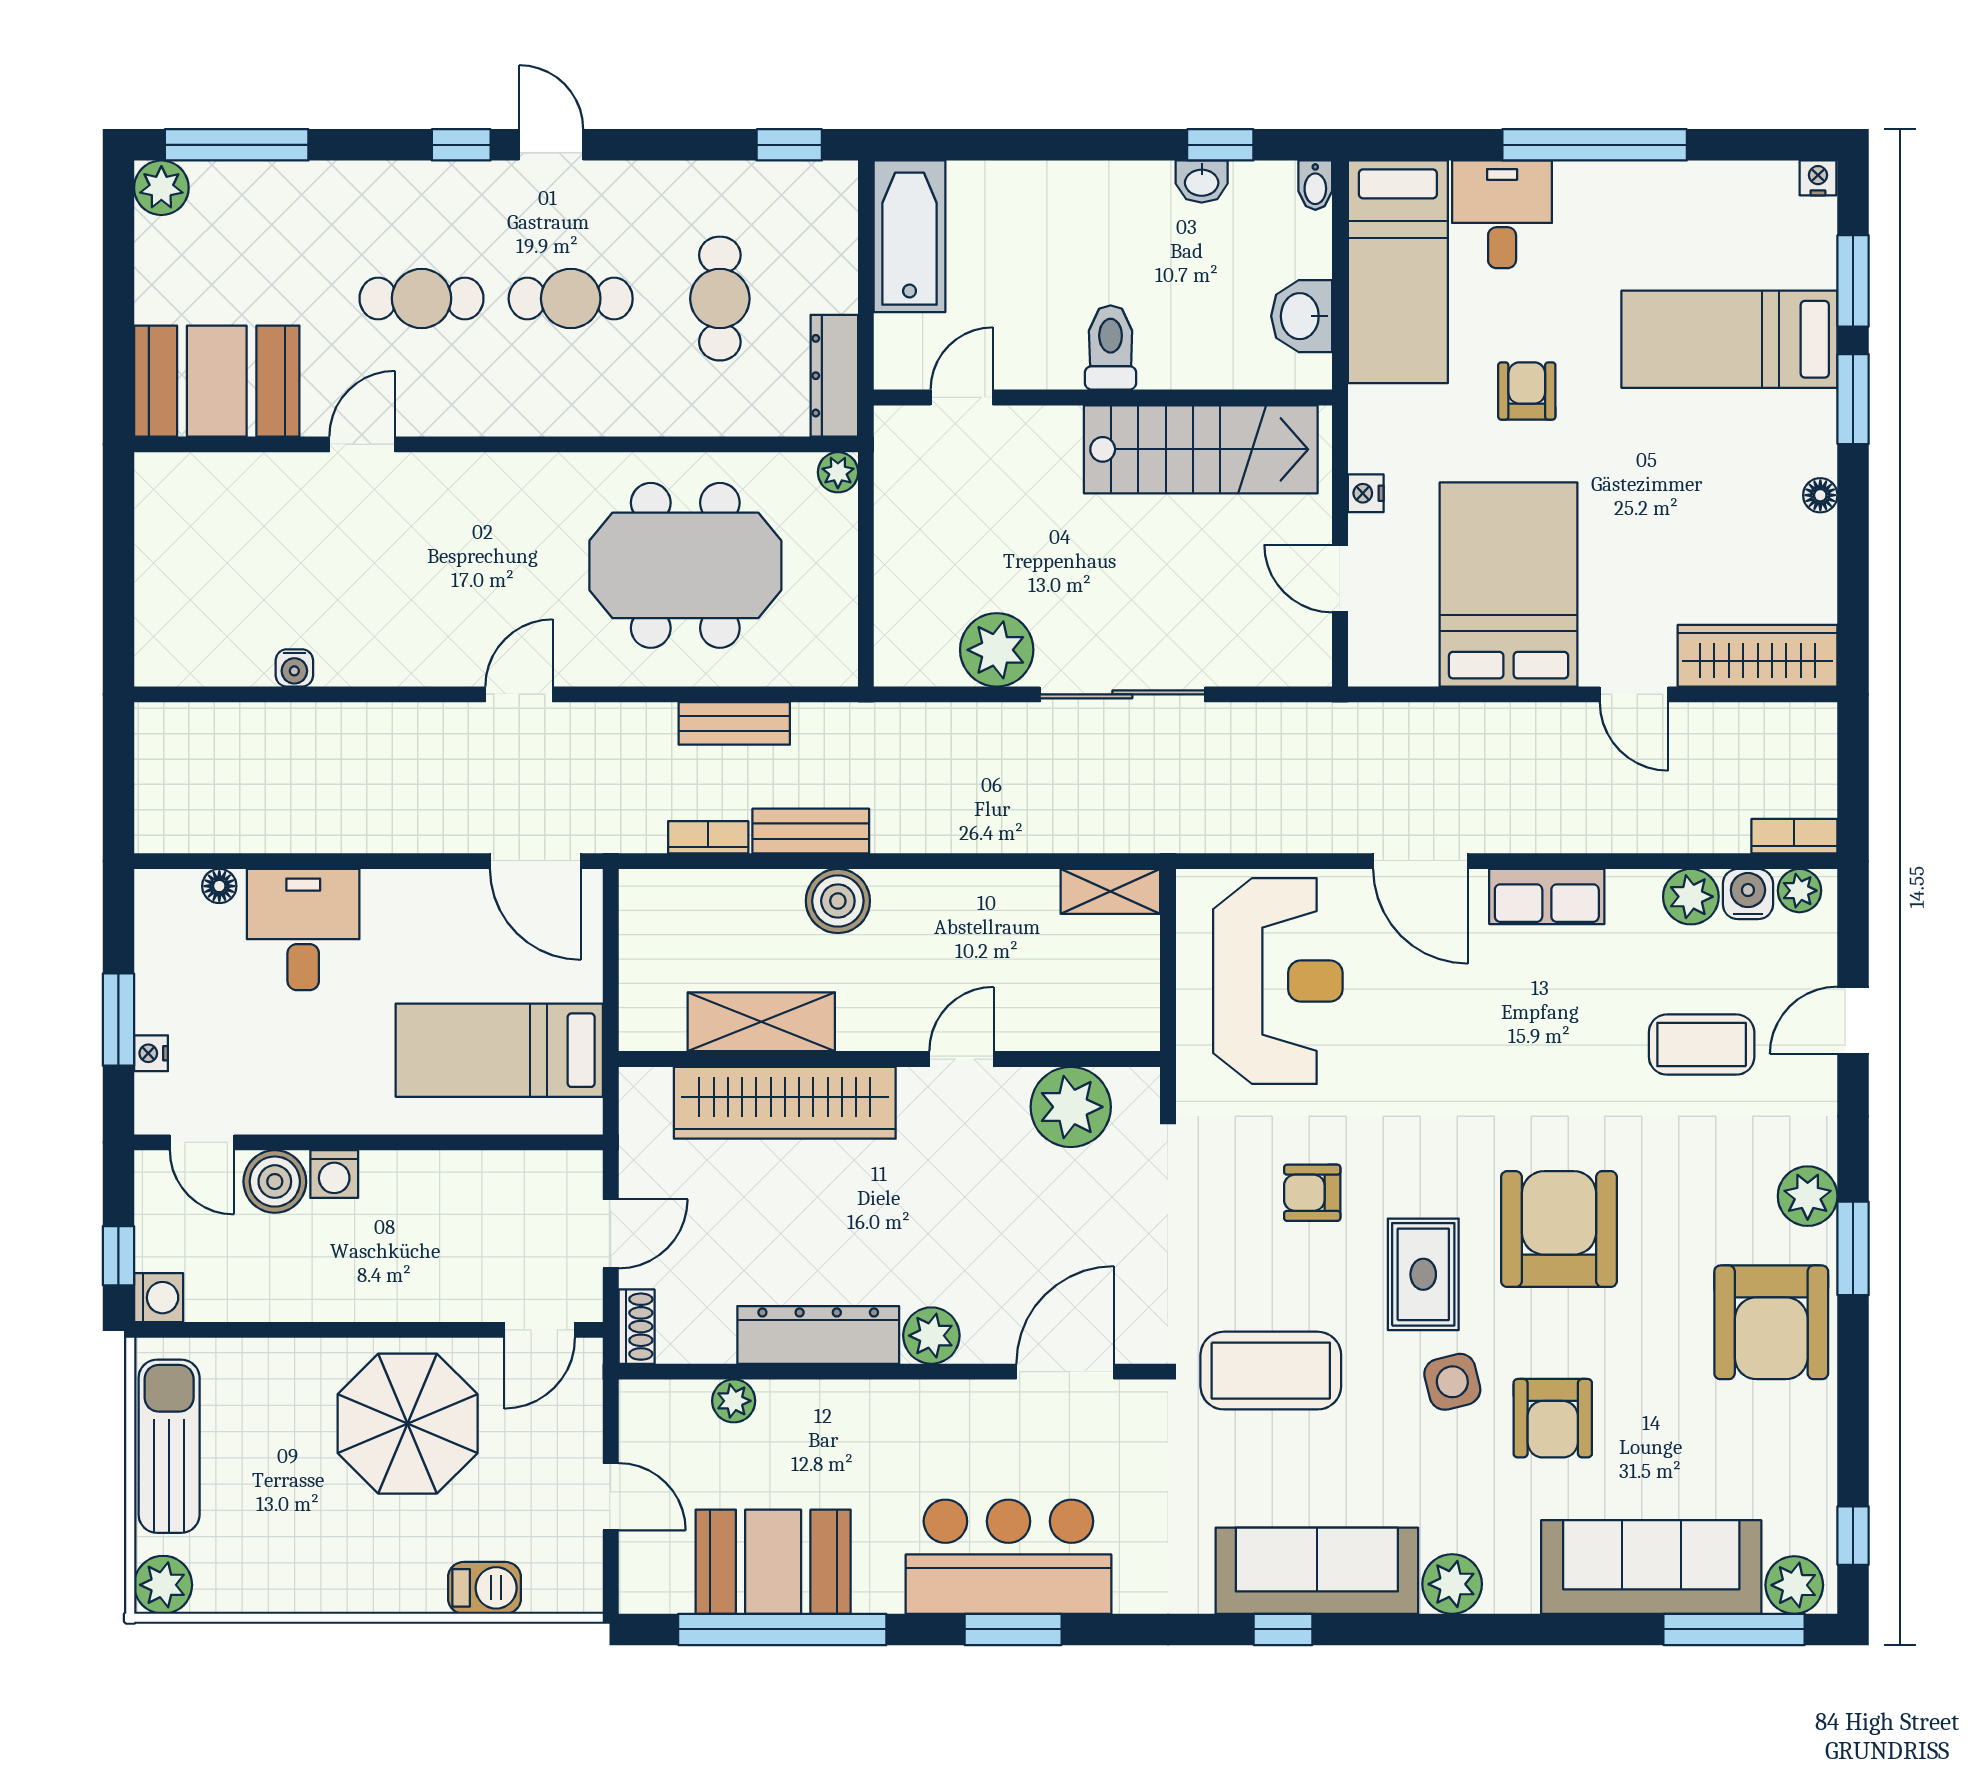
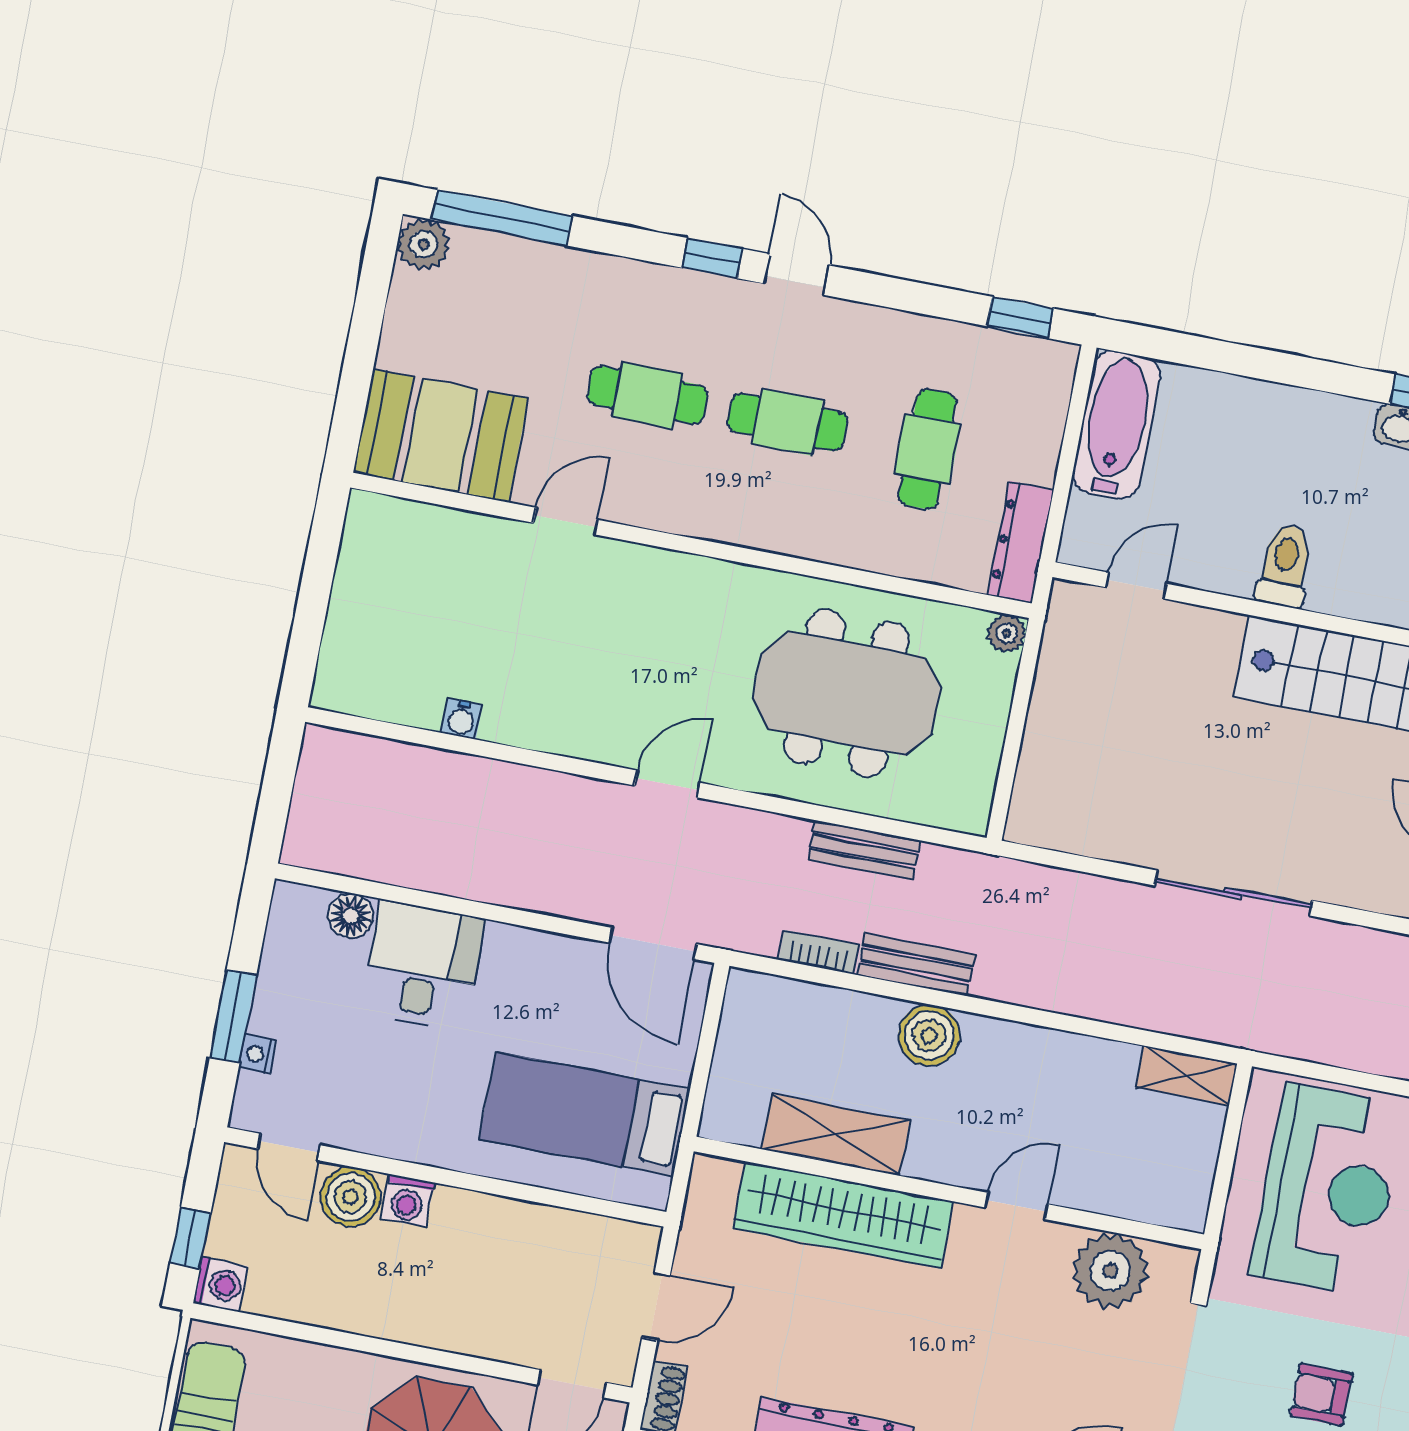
plant: (997, 650) -> (1123, 829), removed
floor lamp: (219, 886) -> (351, 916), width x1.37, depth x1.37

